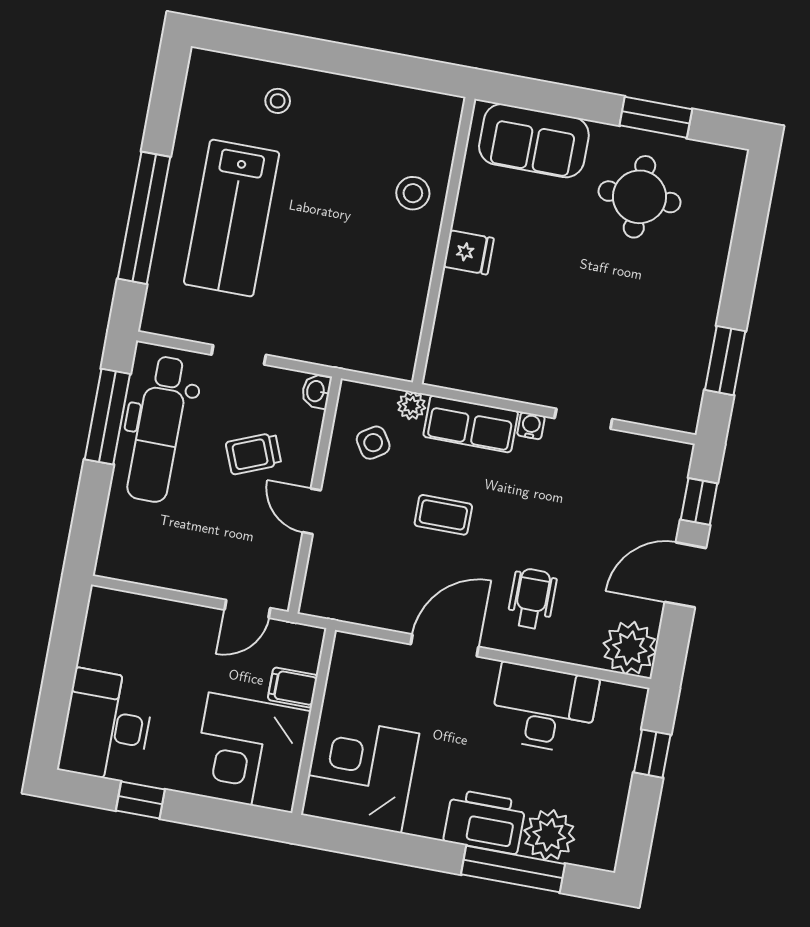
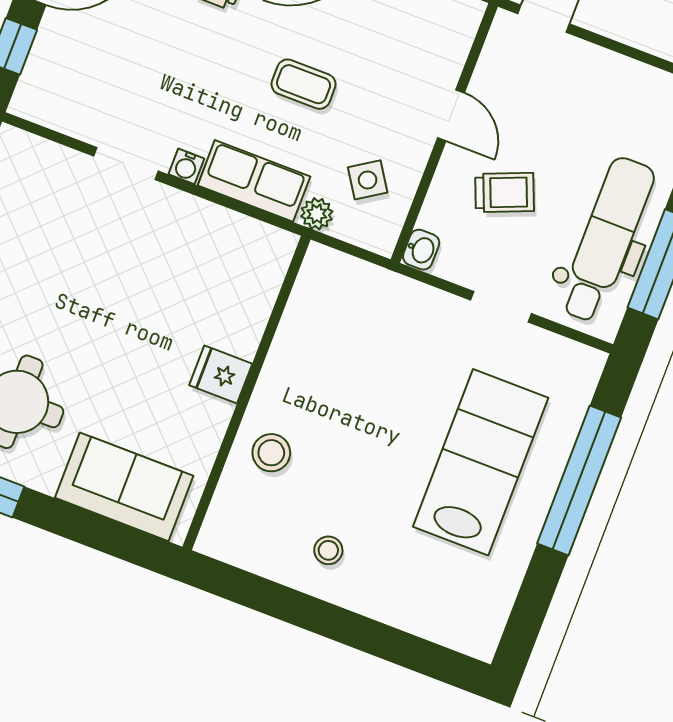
stool: (278, 101) -> (328, 550), moved

